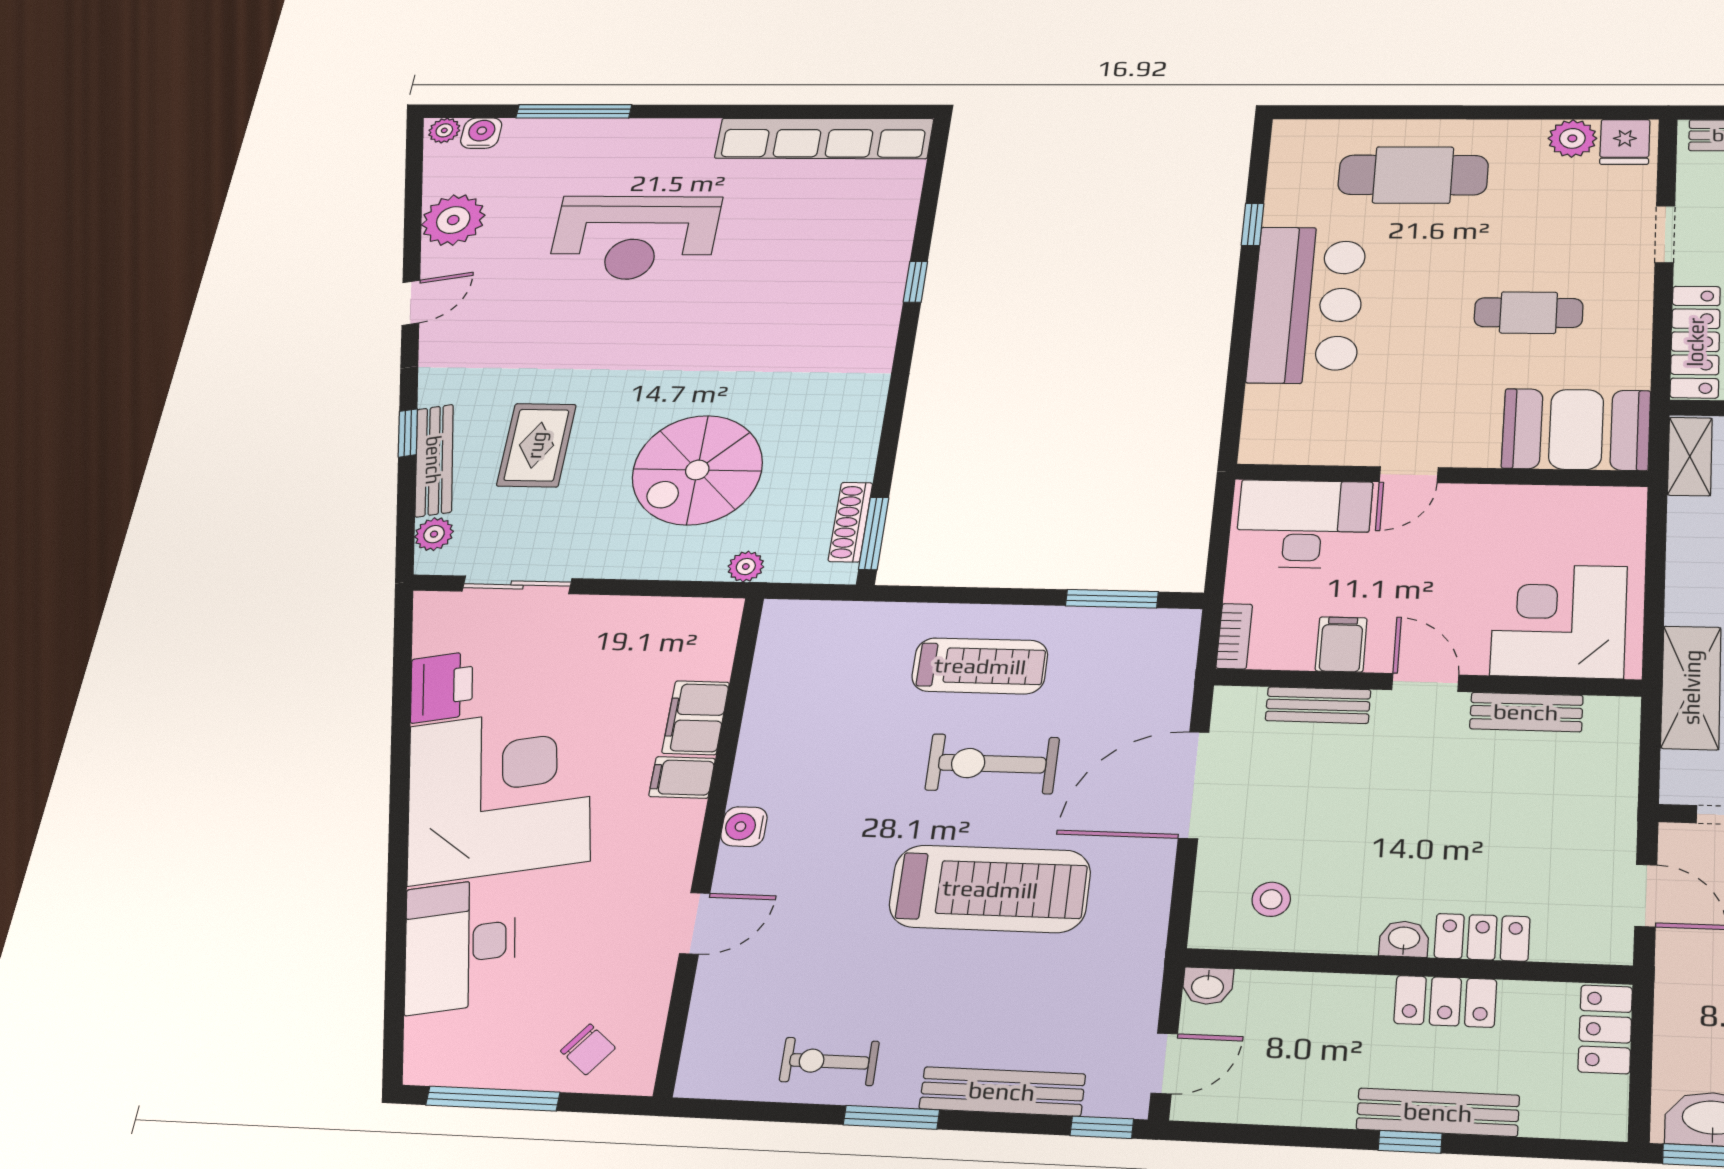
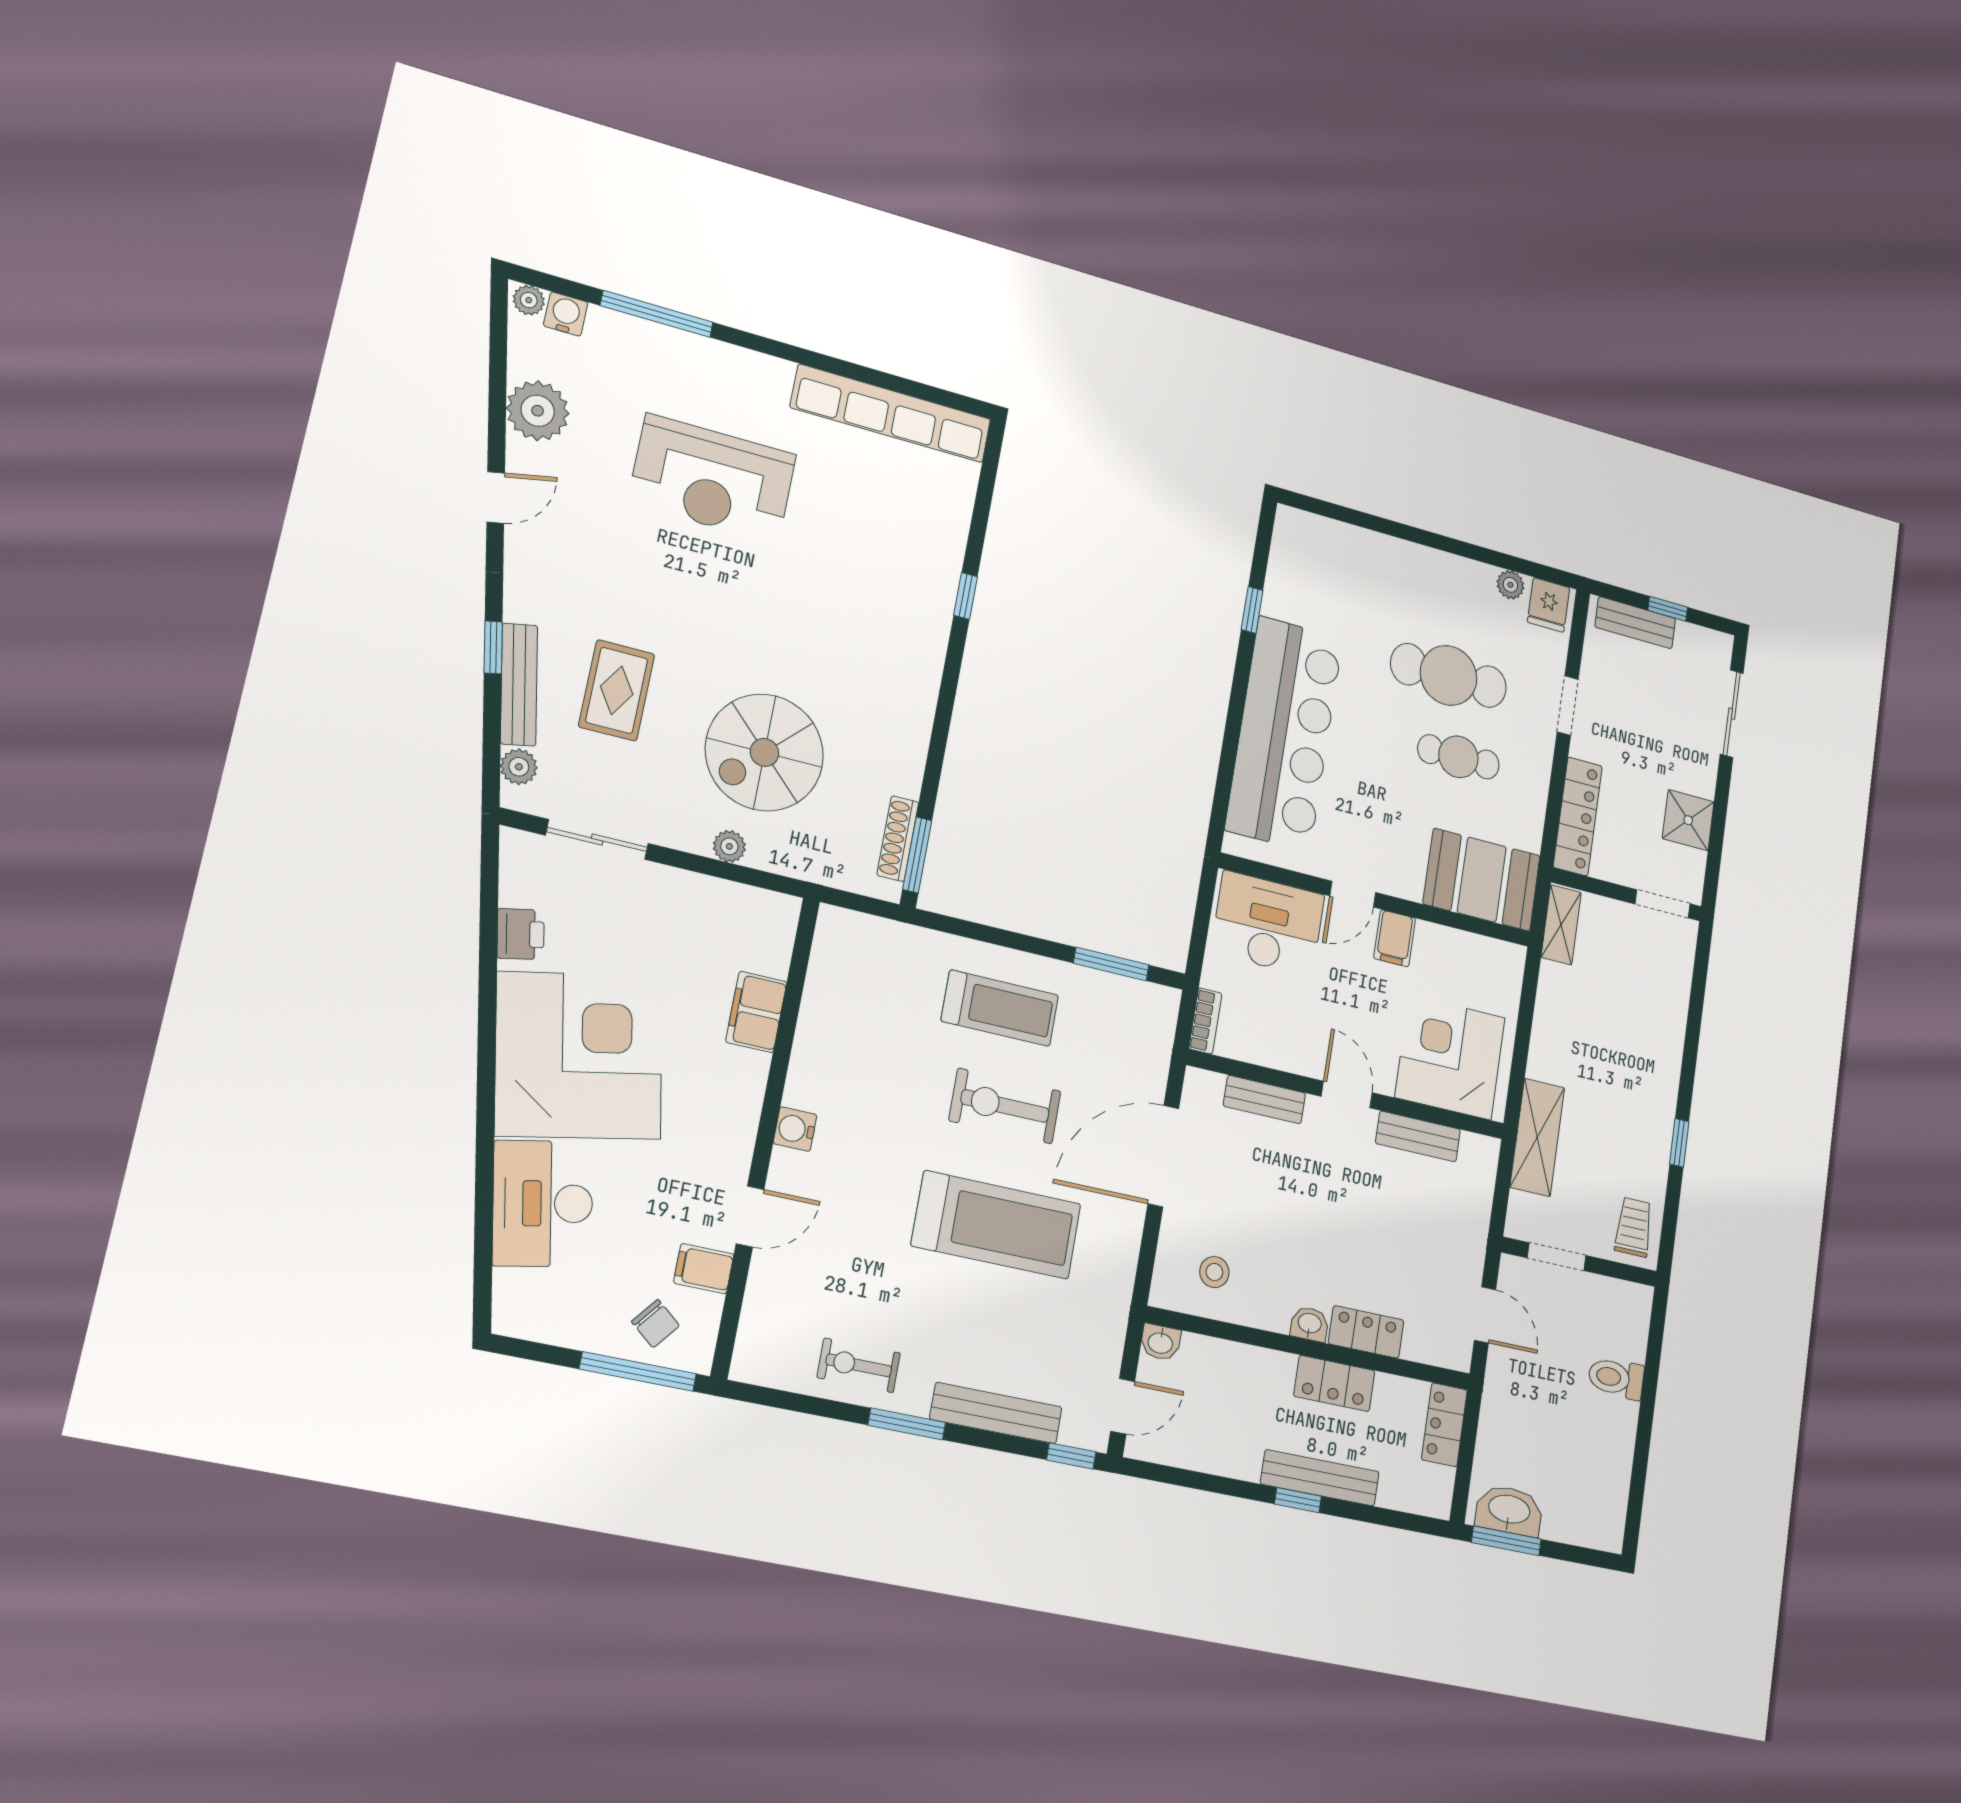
plant: (1572, 138) -> (1510, 585), width x0.73, depth x0.73
cafe table: (1413, 175) -> (1449, 675), moved
bar counter: (1307, 305) -> (1284, 733), width x1.36
plant: (746, 567) -> (729, 846), moved
filing cabinet: (1341, 644) -> (1395, 938), moved, turned 180
printer: (442, 687) -> (521, 934), width x0.73, depth x0.81
filing cabinet: (682, 777) -> (704, 1269), moved
window: (493, 1099) -> (638, 1371), moved

